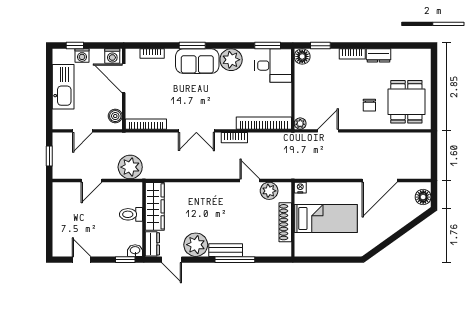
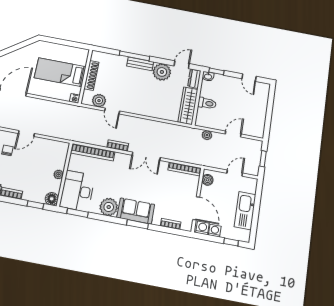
washing machine: (82, 56) -> (215, 231), moved
desk: (273, 66) -> (77, 191), width x1.37
plant: (300, 124) -> (59, 174), moved
double door: (196, 131) -> (146, 156), swing flipped
door: (328, 131) -> (26, 133), moved
plant: (130, 167) -> (207, 135), width x0.53, depth x0.53
door: (172, 260) -> (182, 65), hinge flipped

